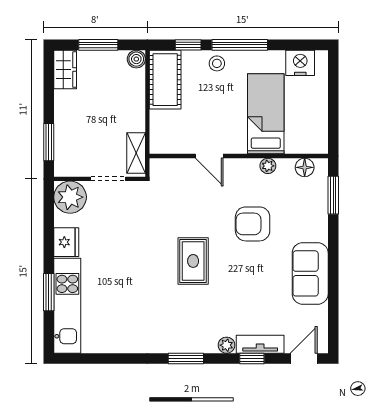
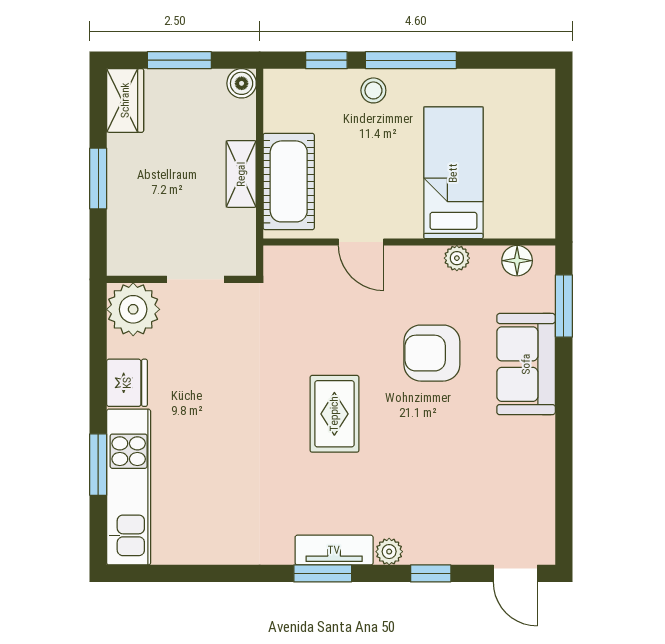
nightstand: (300, 63) -> (510, 90), removed
cot: (165, 80) -> (289, 181), moved
window: (49, 142) -> (98, 179), moved
shelving: (136, 153) -> (241, 174), moved
sofa: (310, 273) -> (526, 364), moved
tv unit: (260, 344) -> (334, 550), moved
door: (304, 359) -> (515, 573), swing flipped

